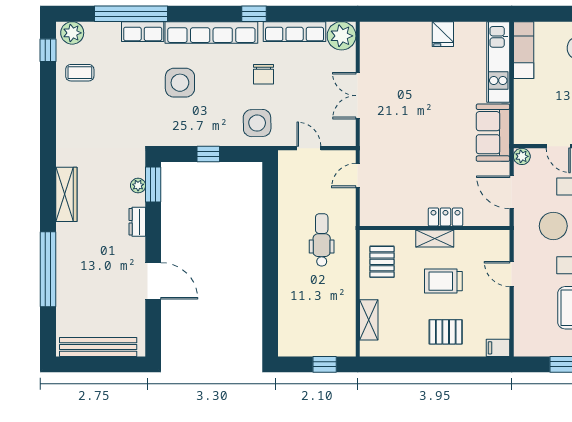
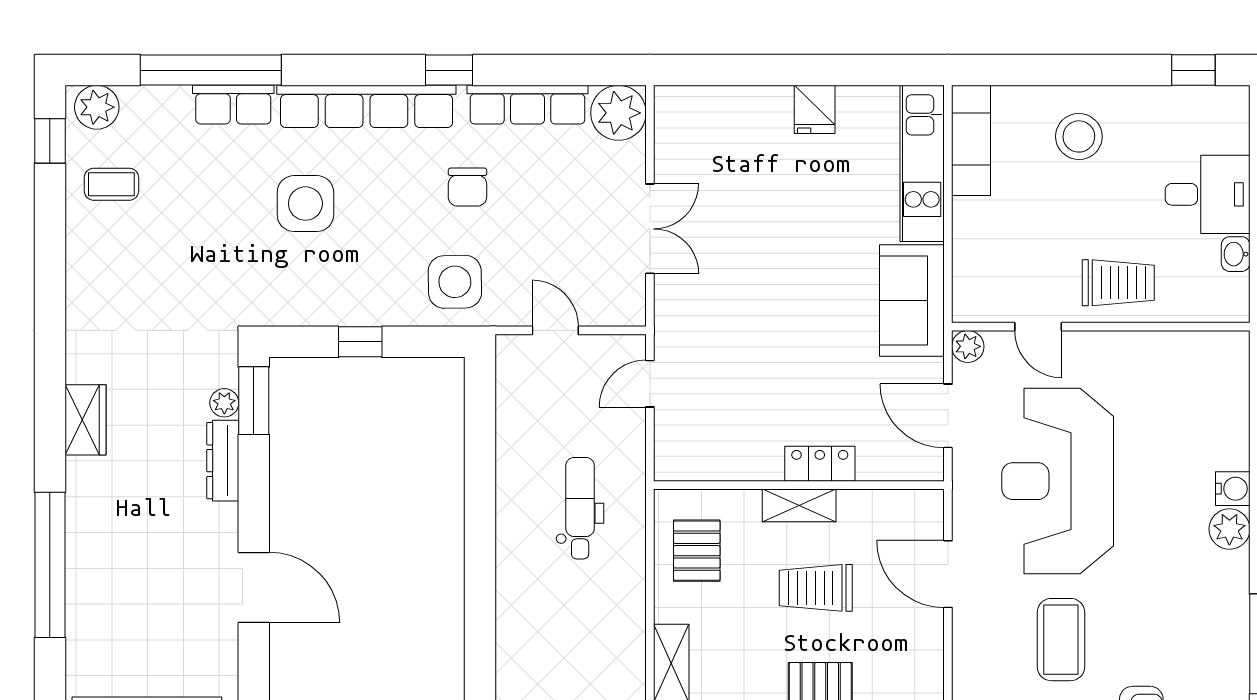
double door: (358, 96) -> (650, 229), swing flipped
wardrobe: (66, 194) -> (85, 420), width x0.67
dresser: (137, 222) -> (223, 461), width x1.44
door: (512, 274) -> (948, 574), width x1.38

